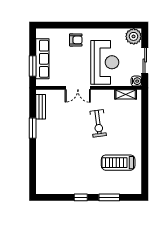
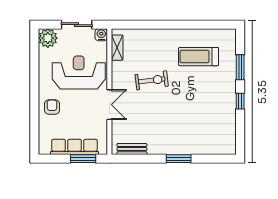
window: (33, 128) -> (179, 159), moved
treadmill: (118, 163) -> (199, 57), turned 90

